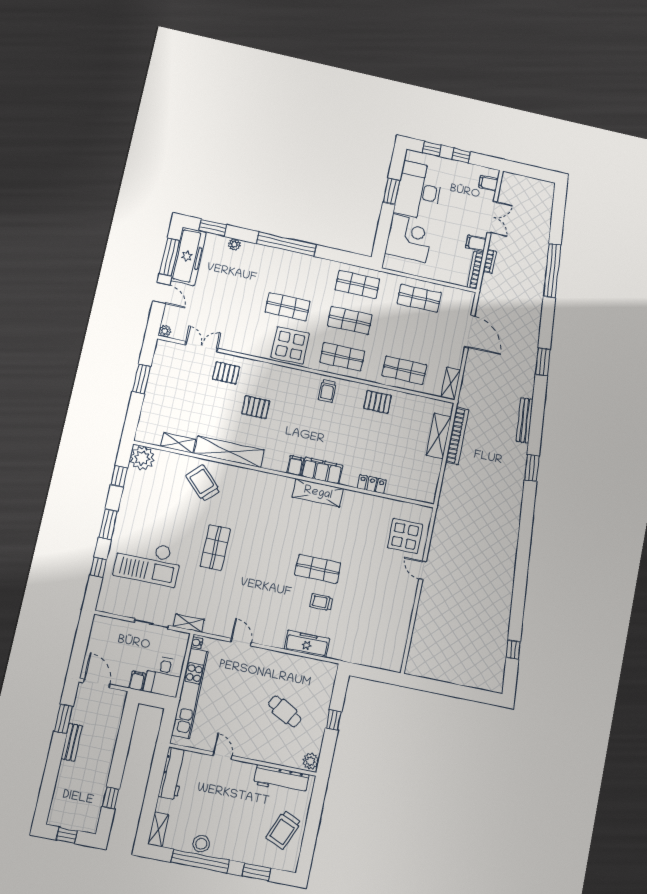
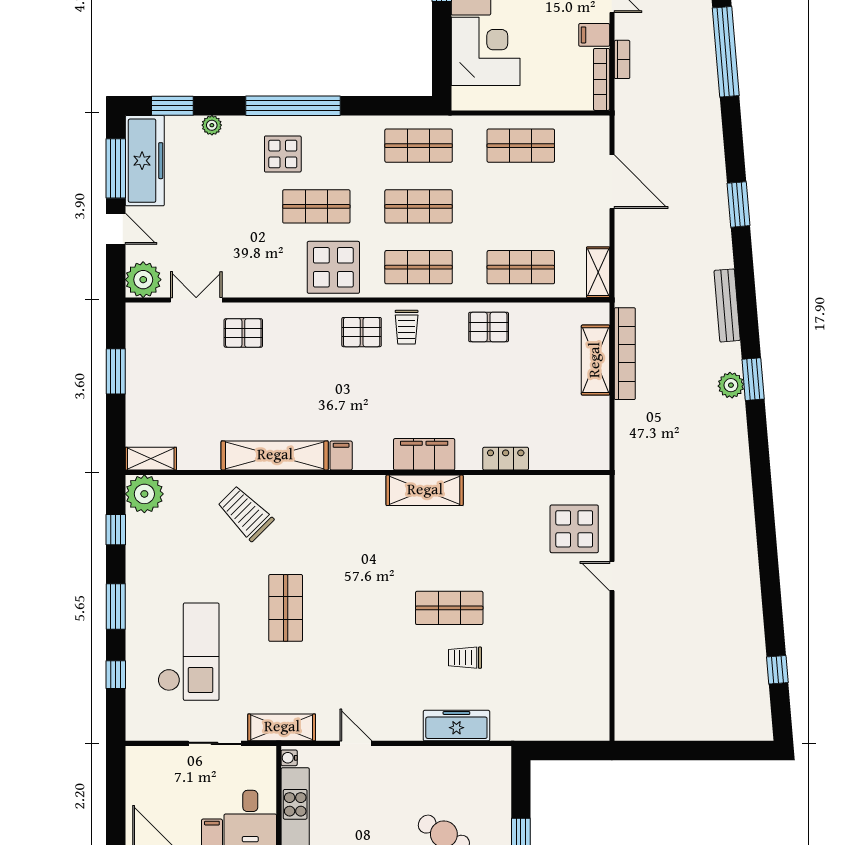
display table: (274, 271) -> (283, 154), added
plant: (165, 331) -> (143, 280), width x1.87, depth x1.87
pallet: (256, 407) -> (362, 332), moved
shelving: (178, 443) -> (151, 459), moved
filing cabinet: (295, 466) -> (341, 456), moved
plant: (518, 469) -> (731, 385), added
checkout: (148, 562) -> (188, 652), turned -90
shelving: (189, 623) -> (282, 727), width x1.50, depth x1.33

